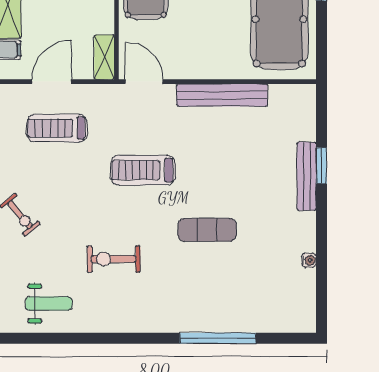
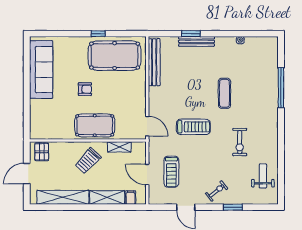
shelving: (104, 57) -> (119, 147), moved
door: (144, 82) -> (147, 126), swing flipped
bench: (222, 95) -> (154, 62), moved
treadmill: (143, 170) -> (193, 127), turned -90

